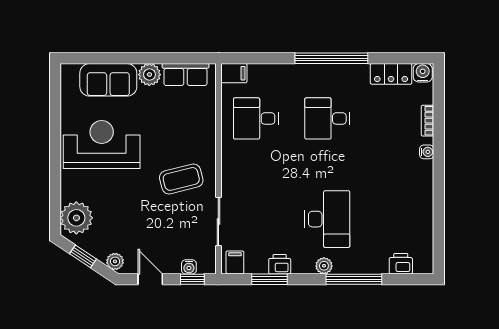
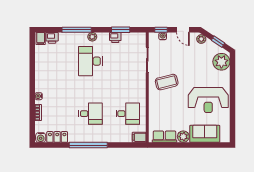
filing cabinet: (235, 262) -> (41, 38), moved

